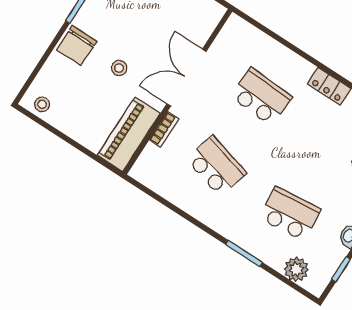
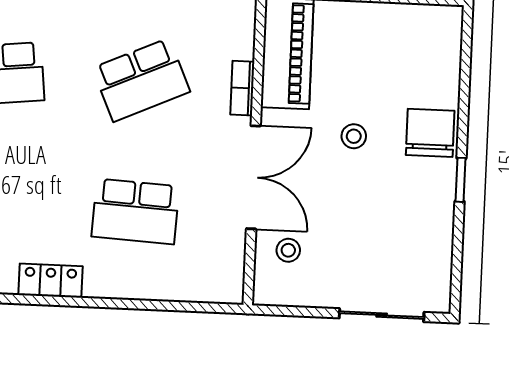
stool: (42, 104) -> (288, 250), moved
school desk: (216, 166) -> (141, 80), turned -39

